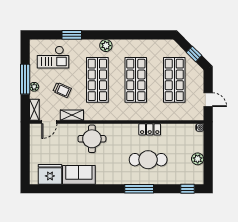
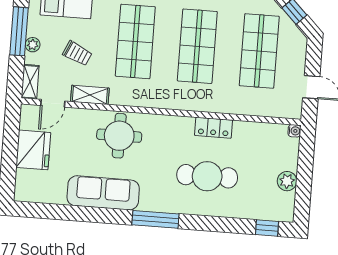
fridge: (50, 174) -> (33, 150), moved, turned 90
sofa: (79, 175) -> (103, 193), width x1.36
window: (139, 189) -> (155, 219), moved

